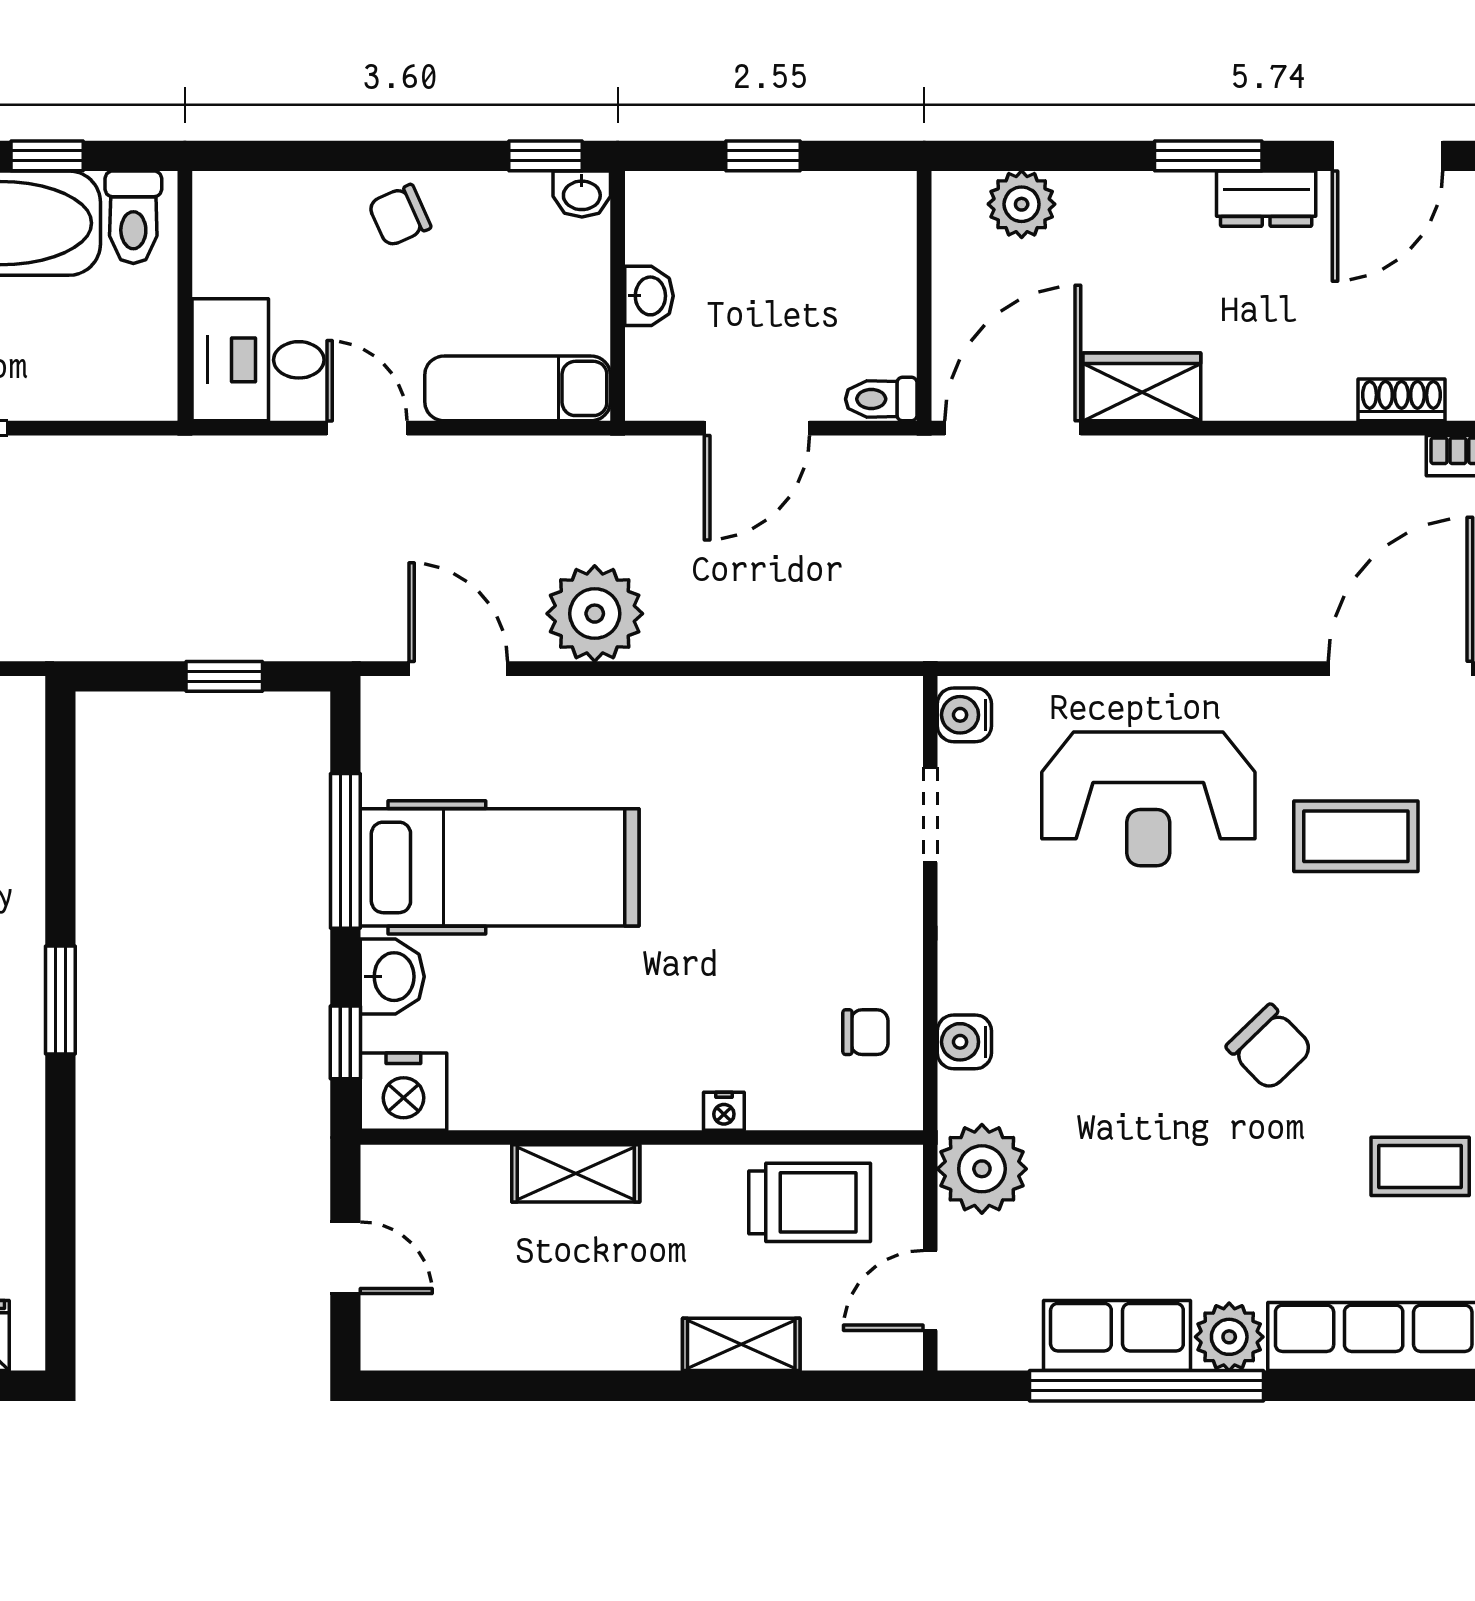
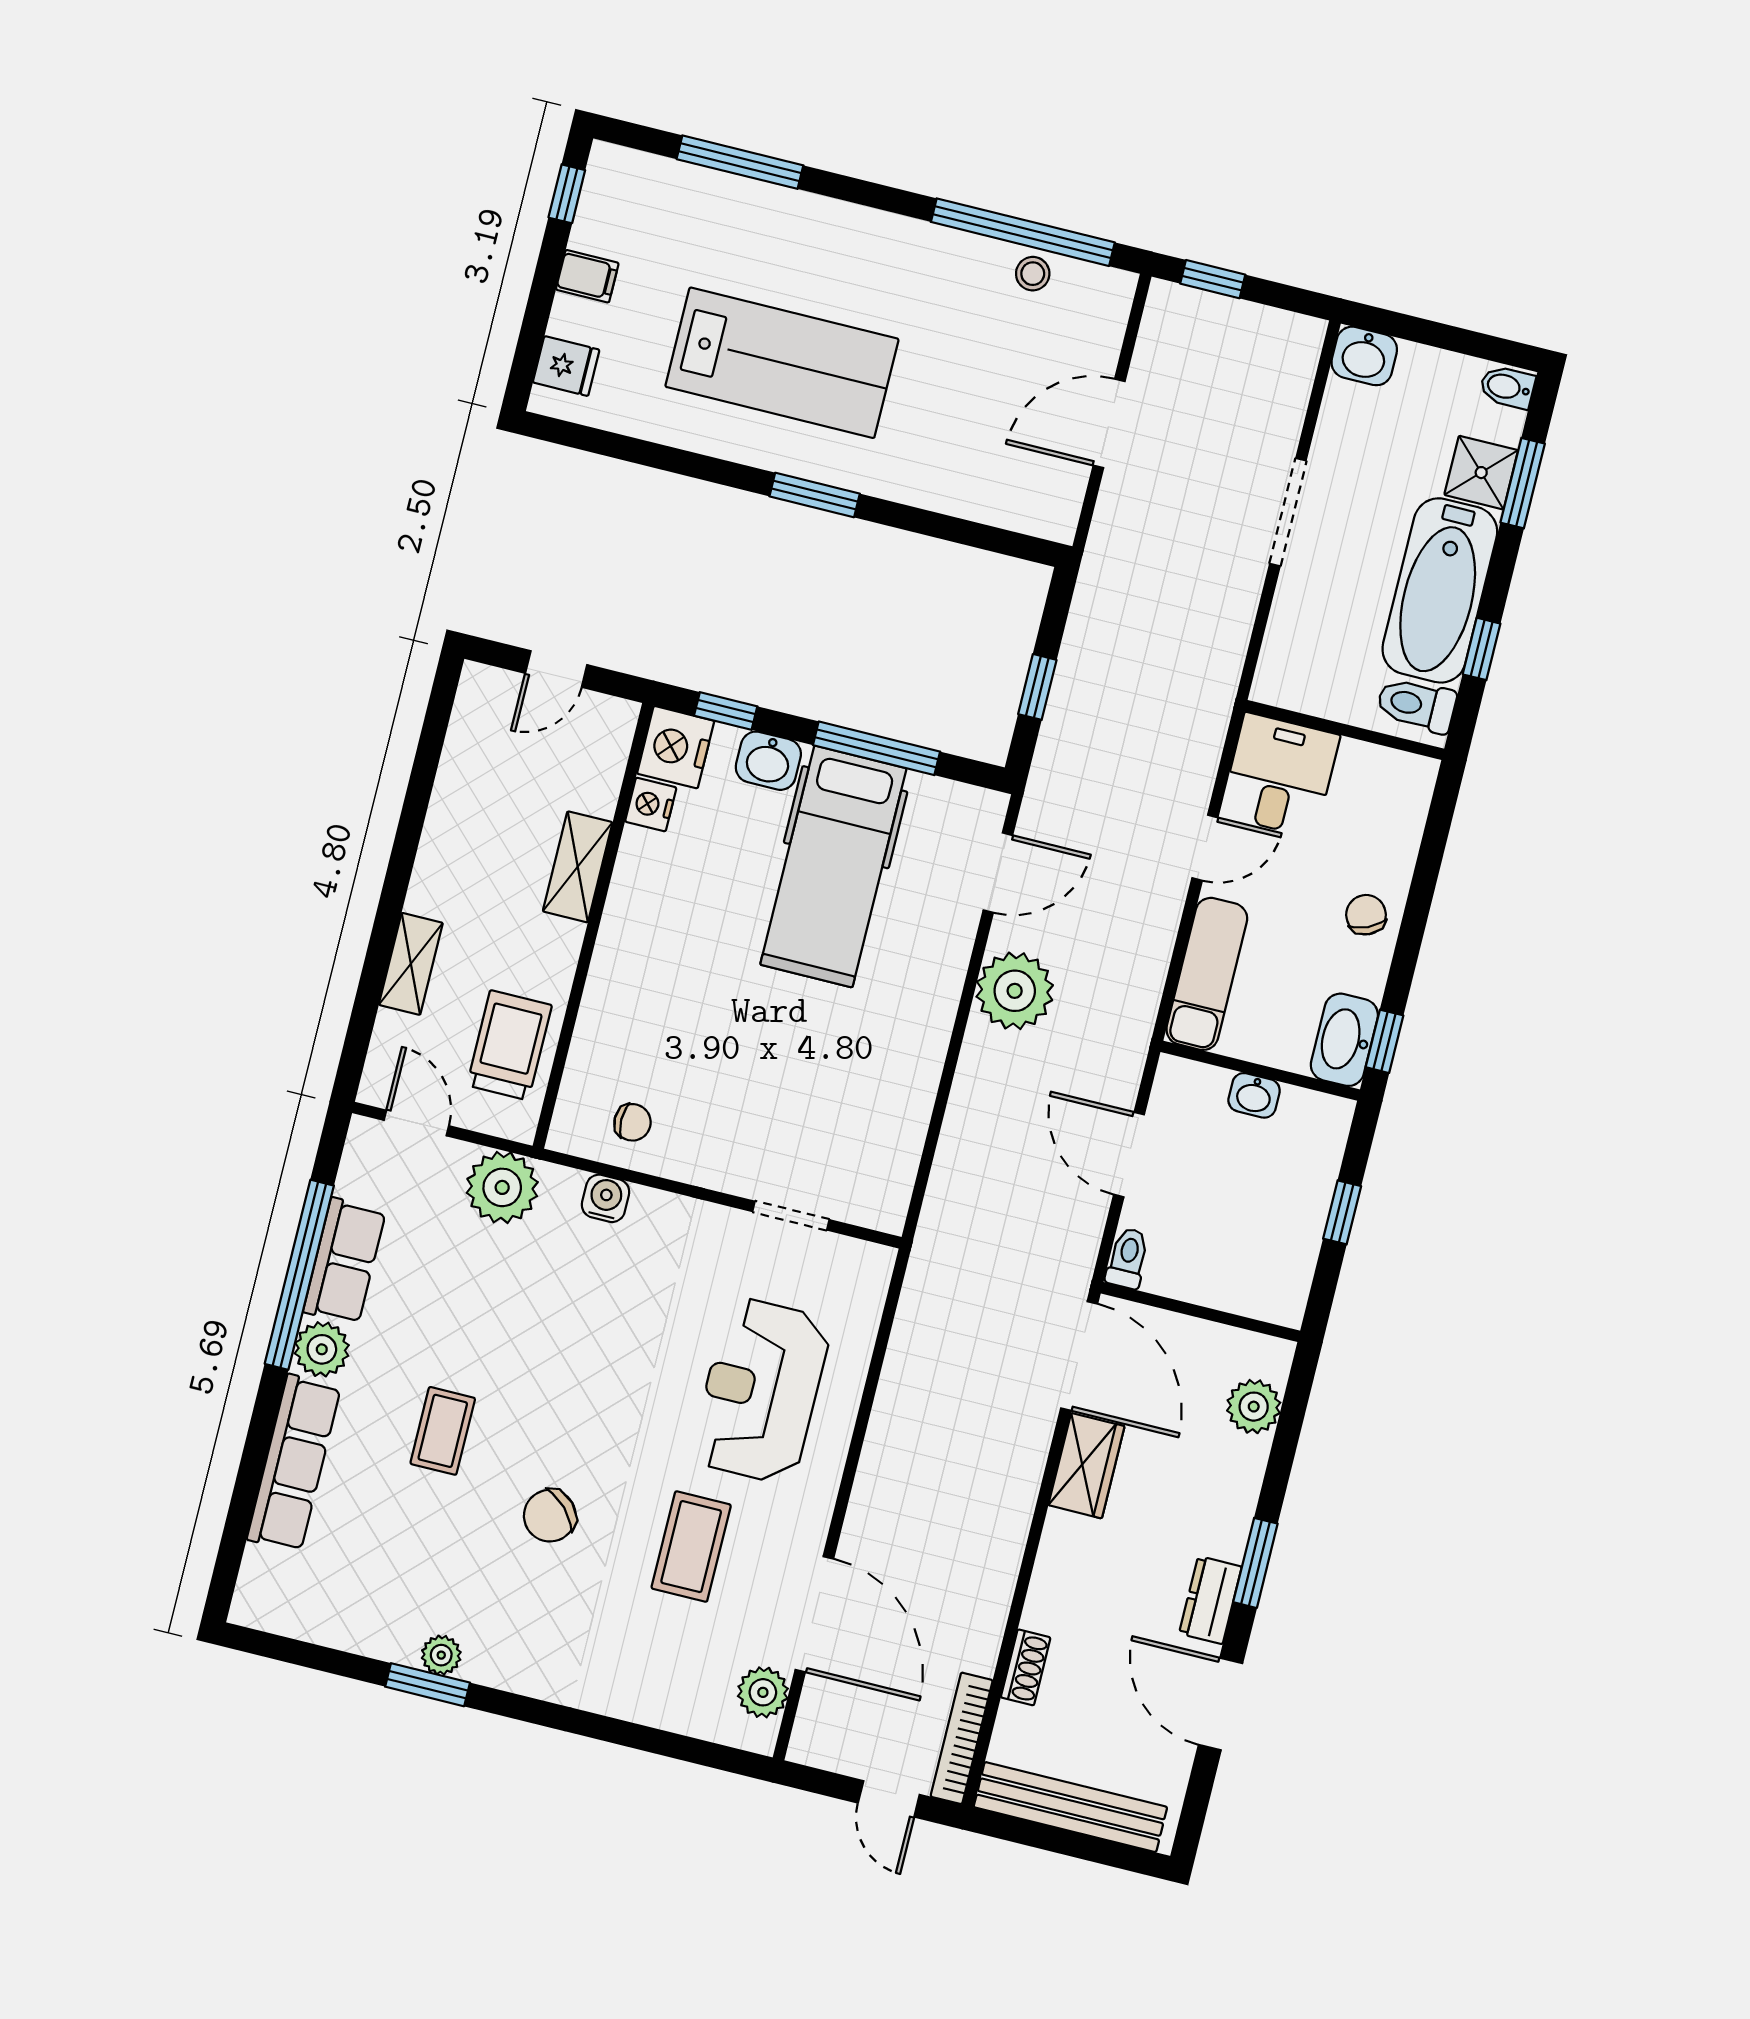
washbasin: (582, 194) -> (1344, 1040), width x1.91, depth x1.45
water cooler: (964, 715) -> (863, 1262), removed
chair: (865, 1032) -> (632, 1122), turned -90
chair: (1270, 1047) -> (550, 1516), moved
nightstand: (724, 1111) -> (651, 805), moved, width x1.39, depth x1.35
coffee table: (1420, 1166) -> (443, 1431), moved
trolley: (810, 1202) -> (509, 1045), turned 180

